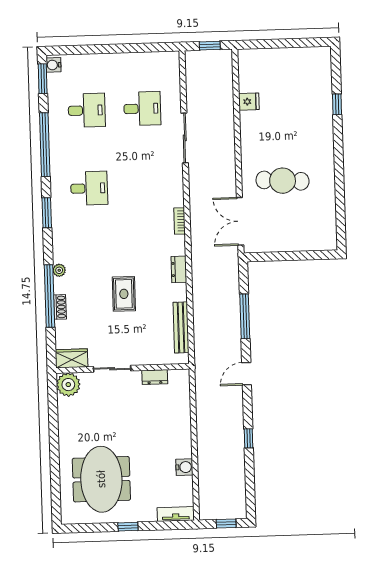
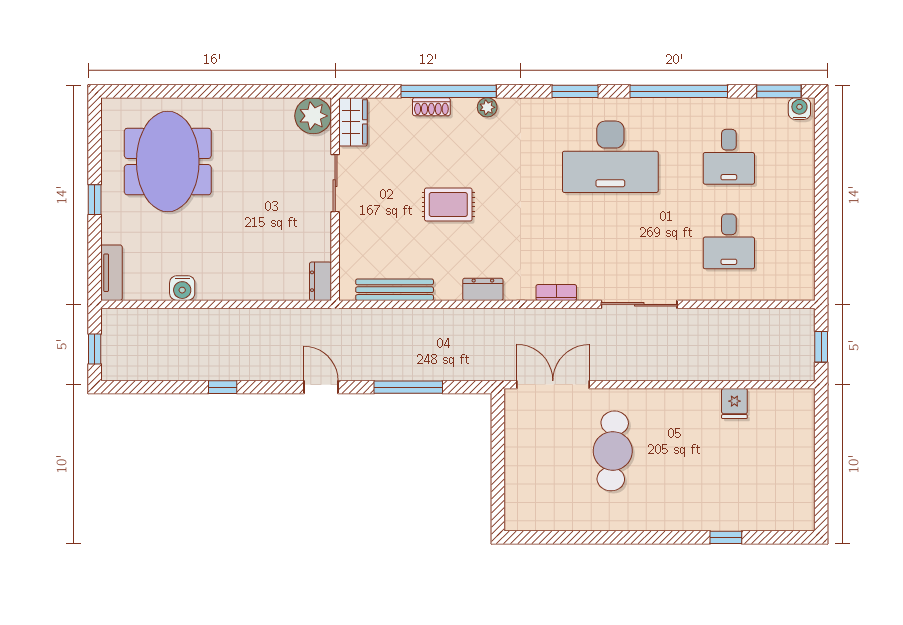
sliding door: (185, 138) -> (639, 304), moved
desk: (89, 188) -> (610, 157), width x1.87, depth x1.30
dresser: (155, 377) -> (320, 281), moved
meeting table: (101, 479) -> (168, 162), turned 90

